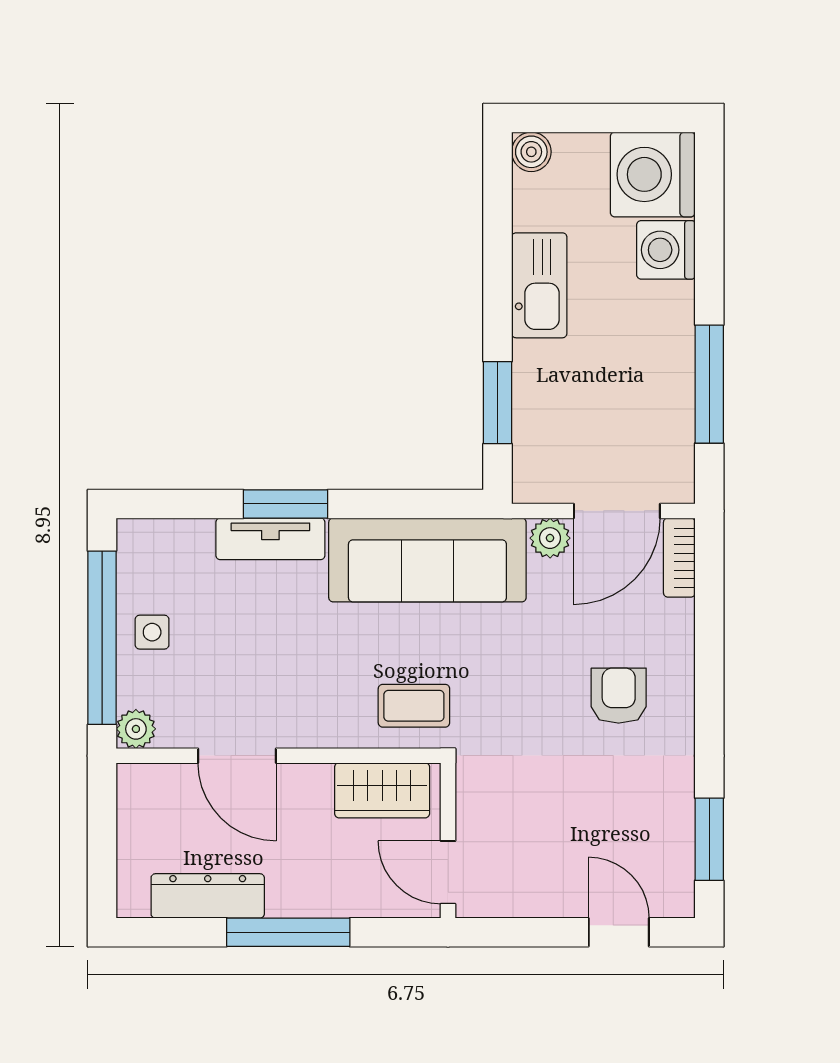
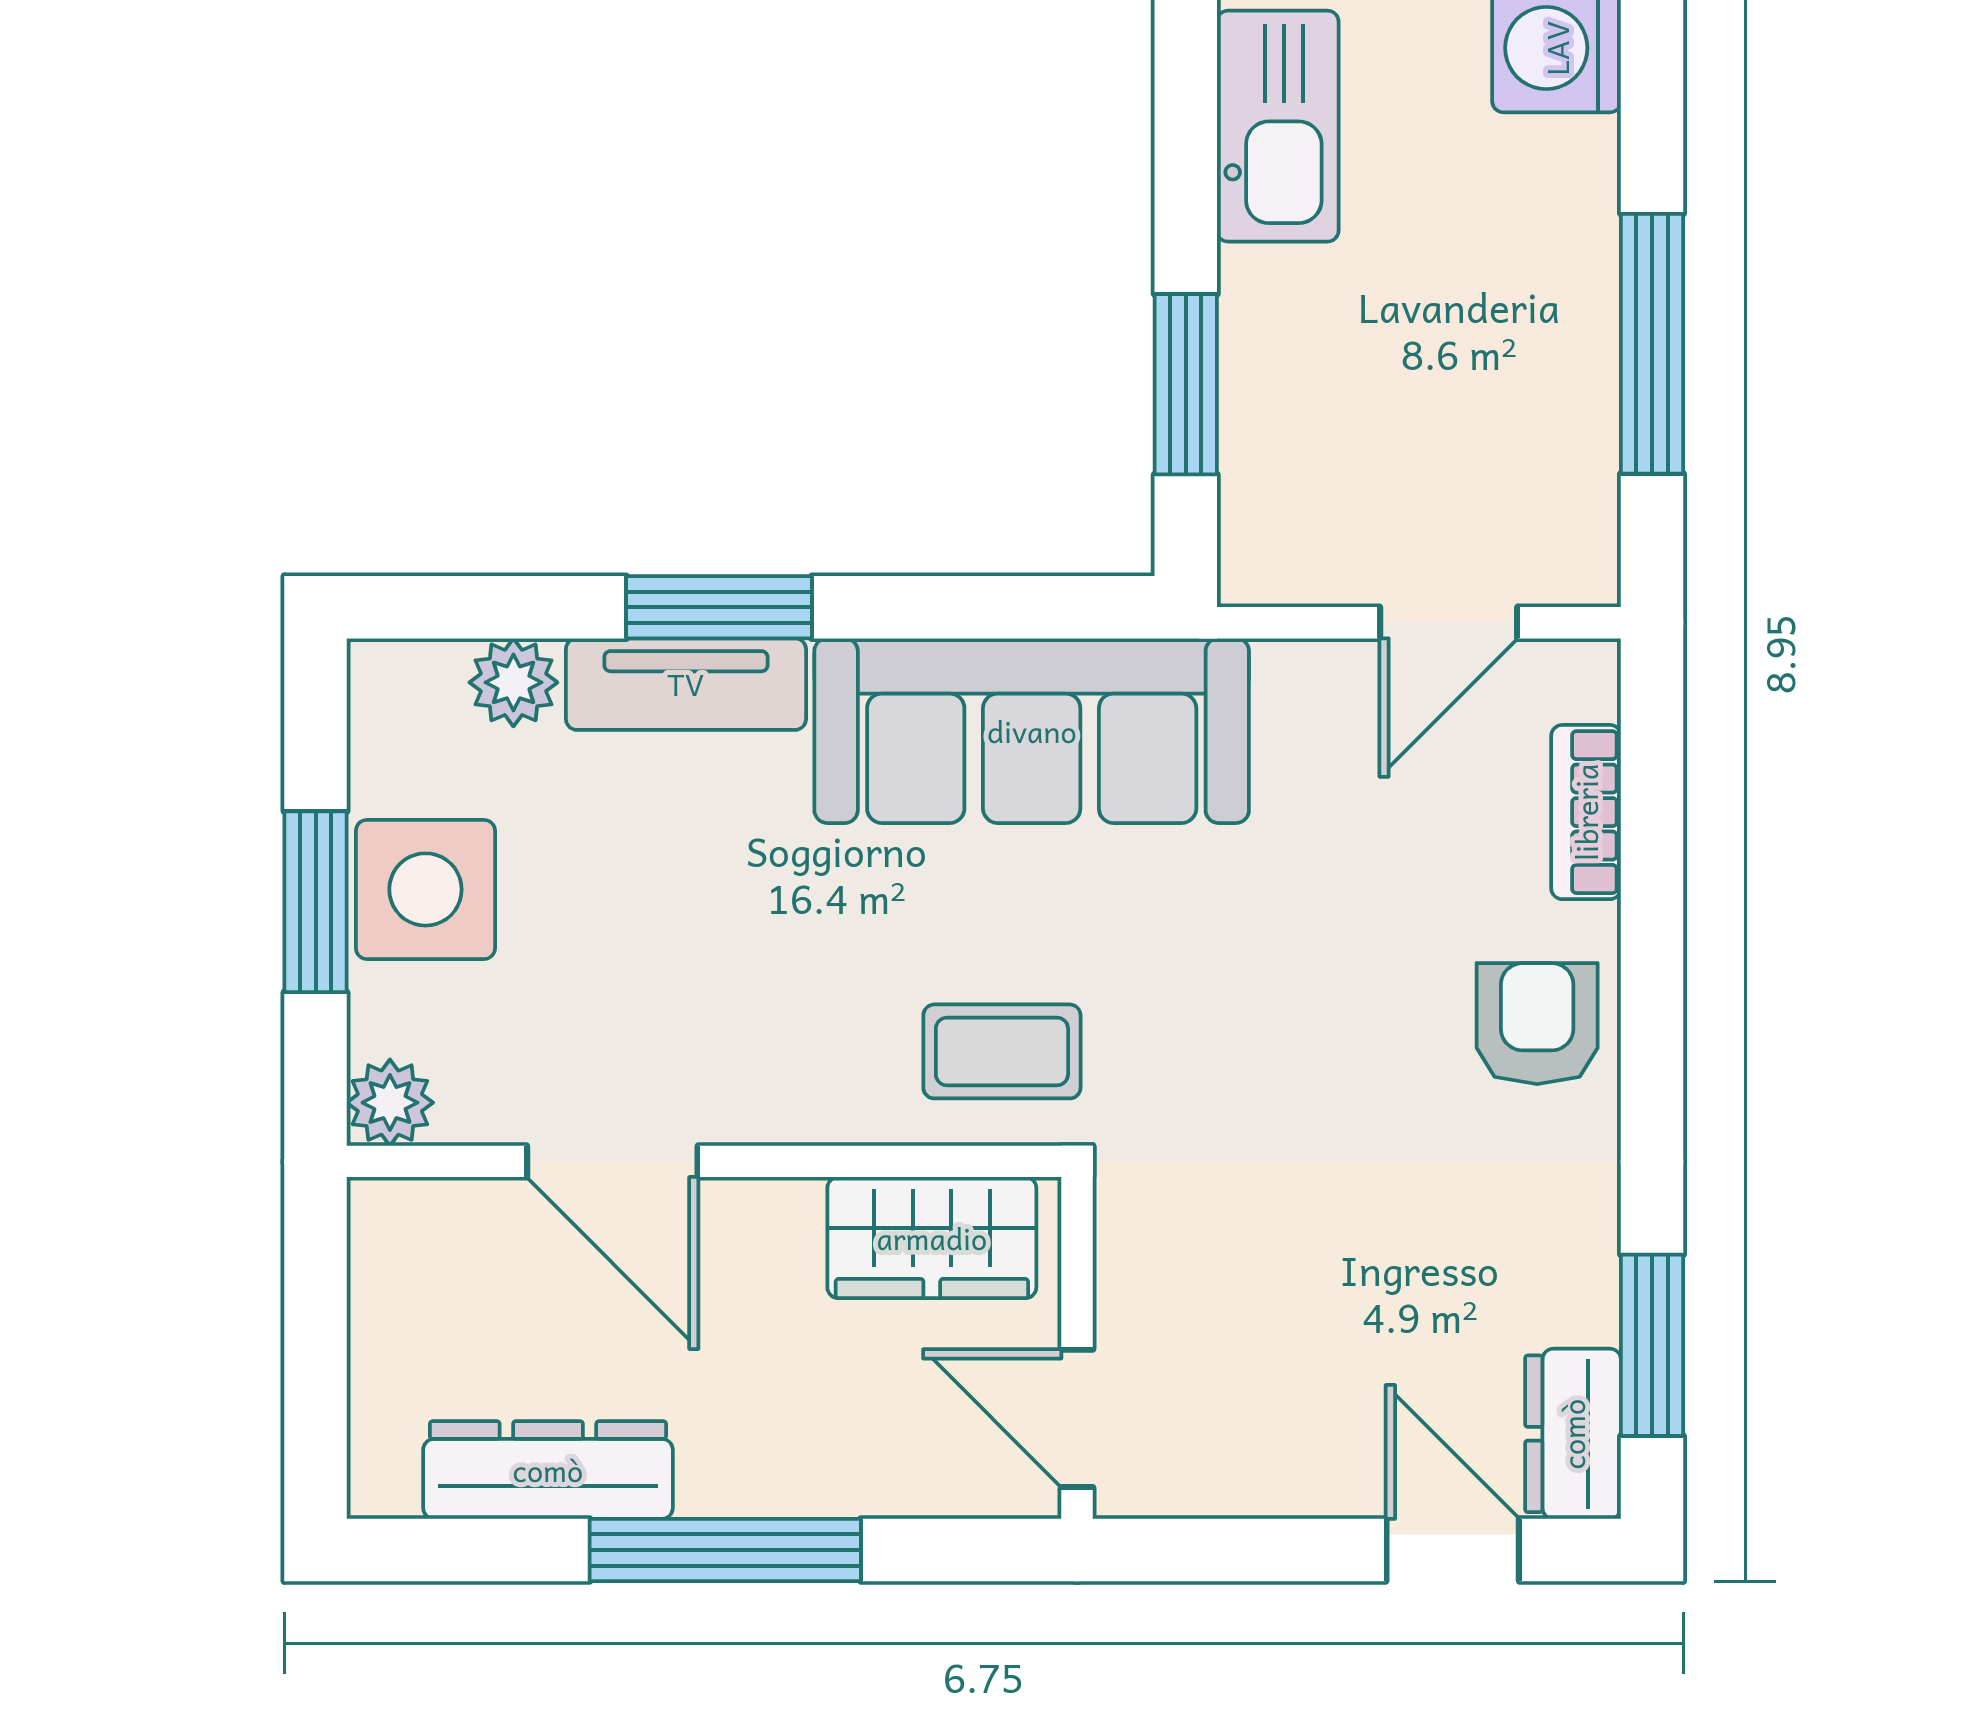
door: (617, 511) -> (1449, 623), width x0.73
plant: (550, 538) -> (513, 682), moved
bookcase: (679, 558) -> (1586, 812), moved
side table: (152, 632) -> (425, 889), width x1.87, depth x1.87
window: (102, 638) -> (316, 902), width x0.47
armchair: (619, 696) -> (1537, 1024), moved
dresser: (673, 879) -> (1573, 1434), added

